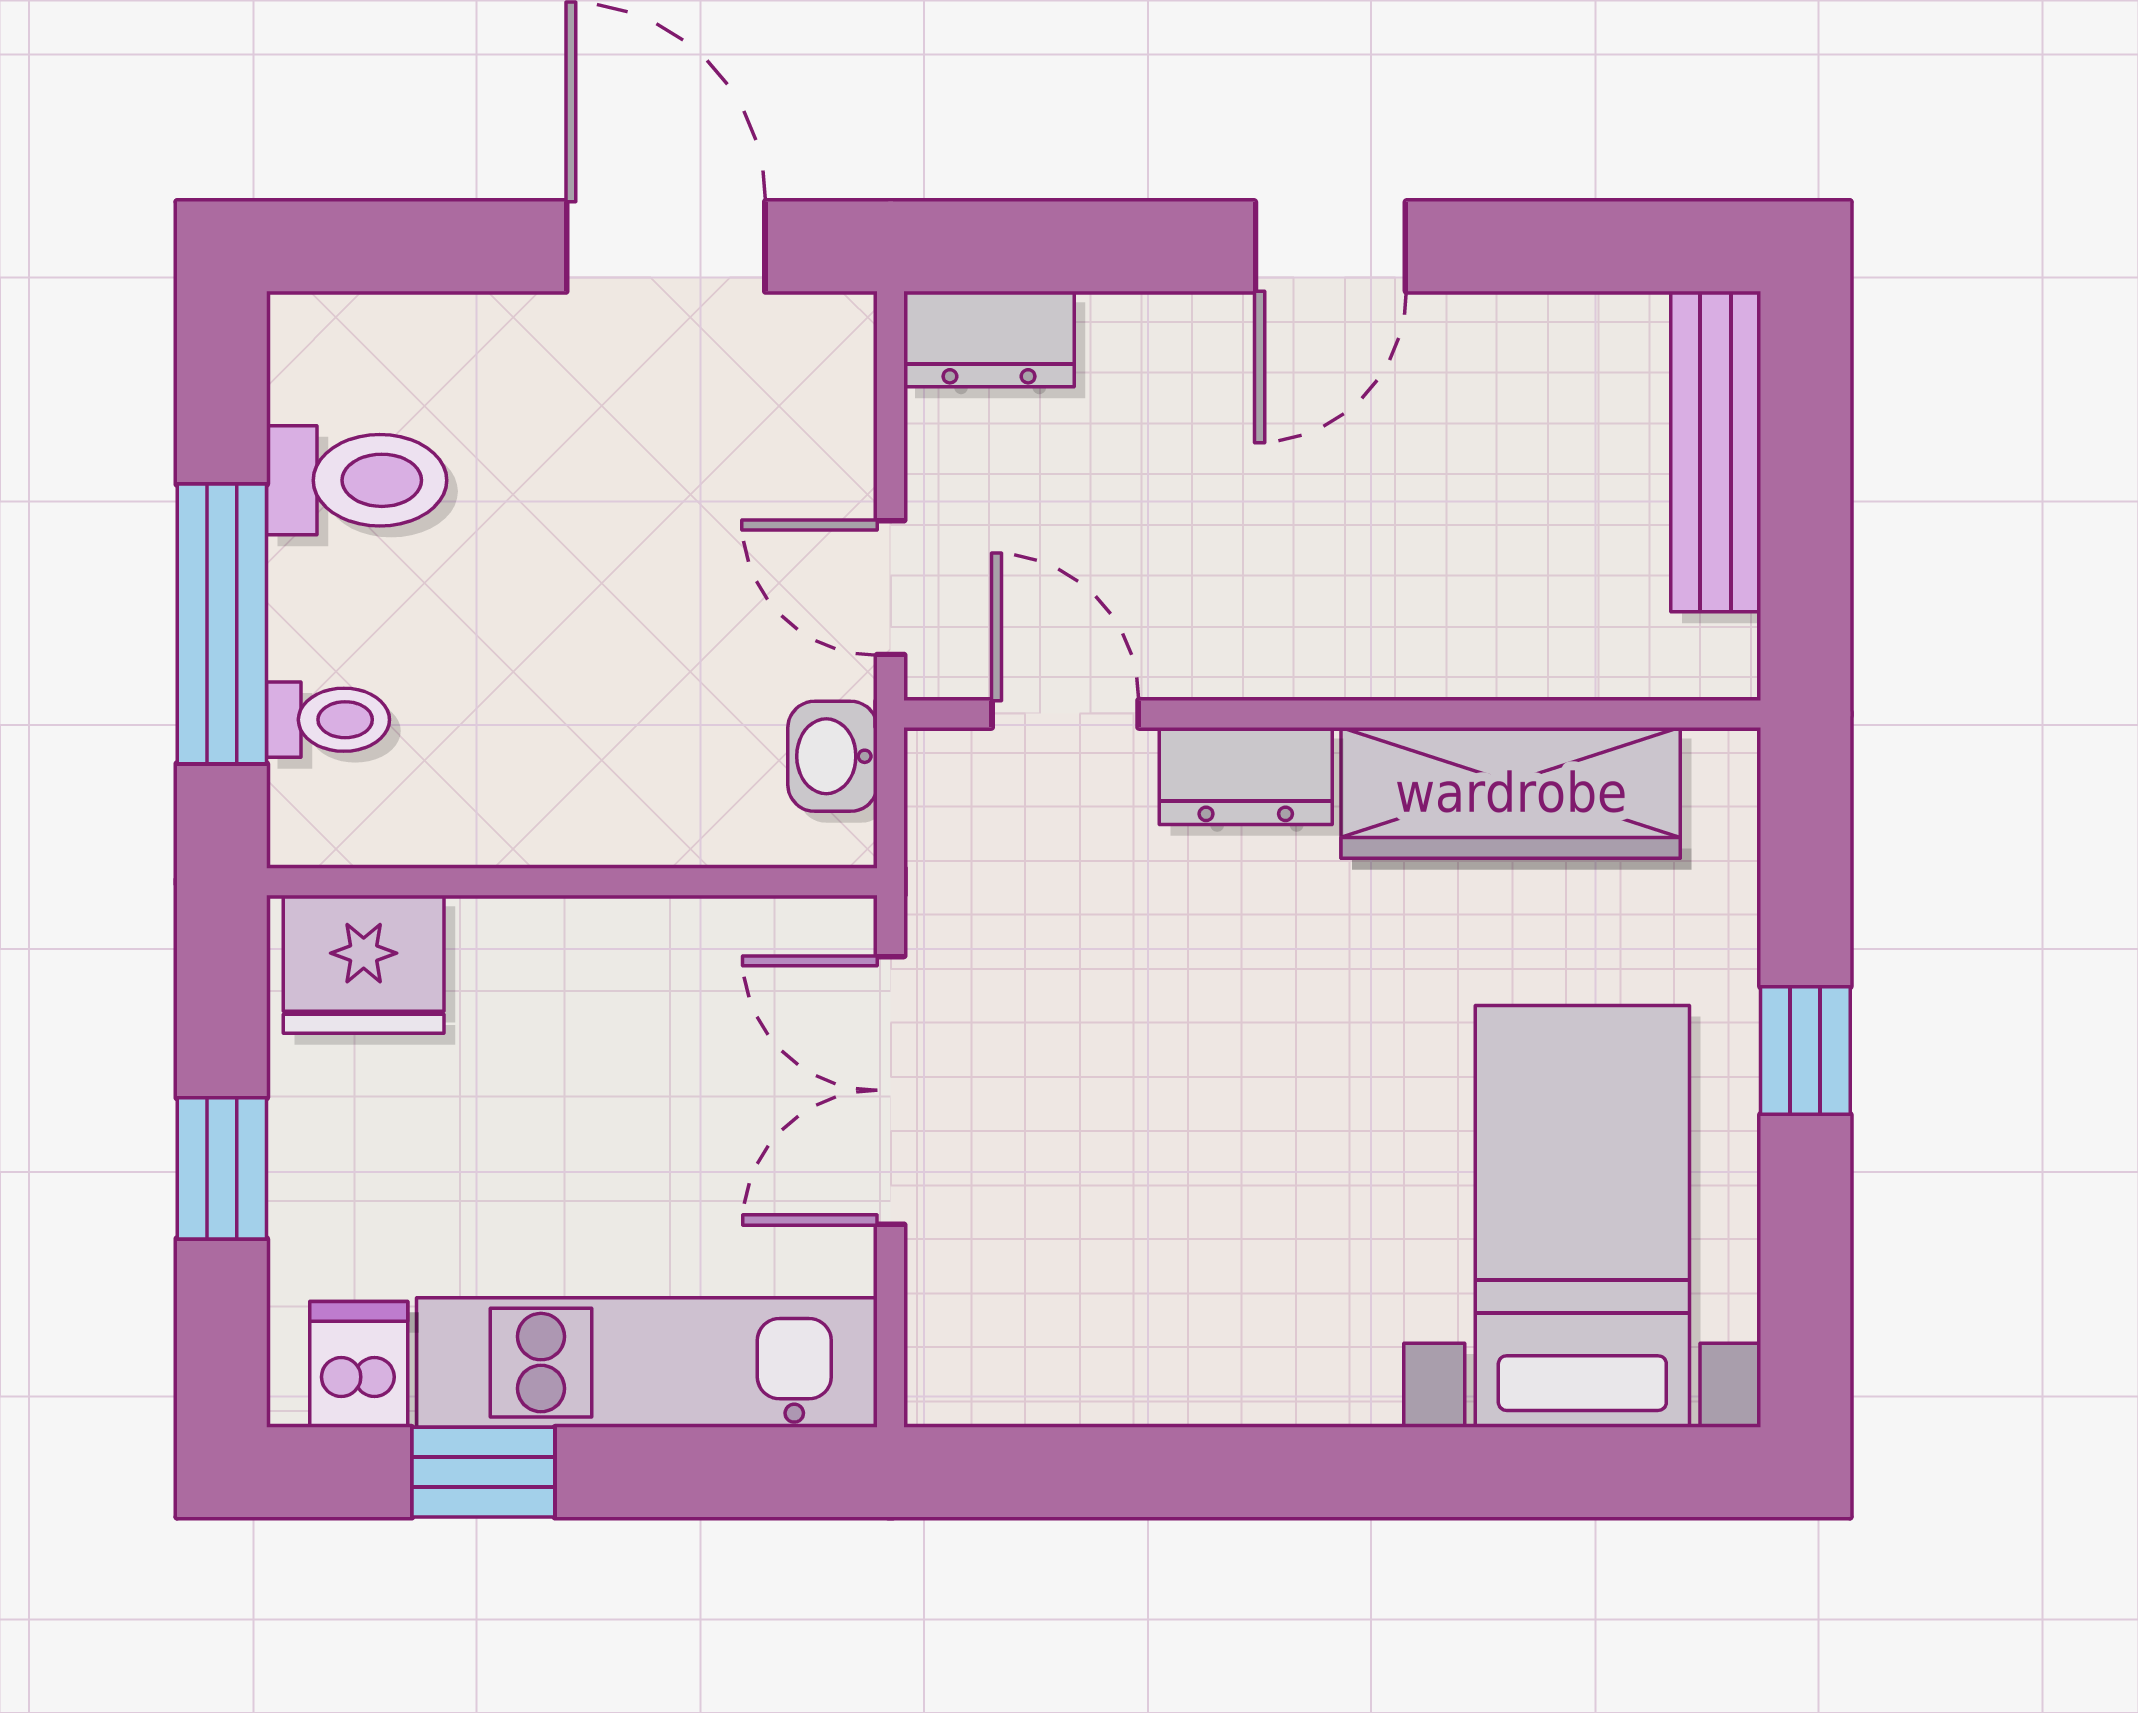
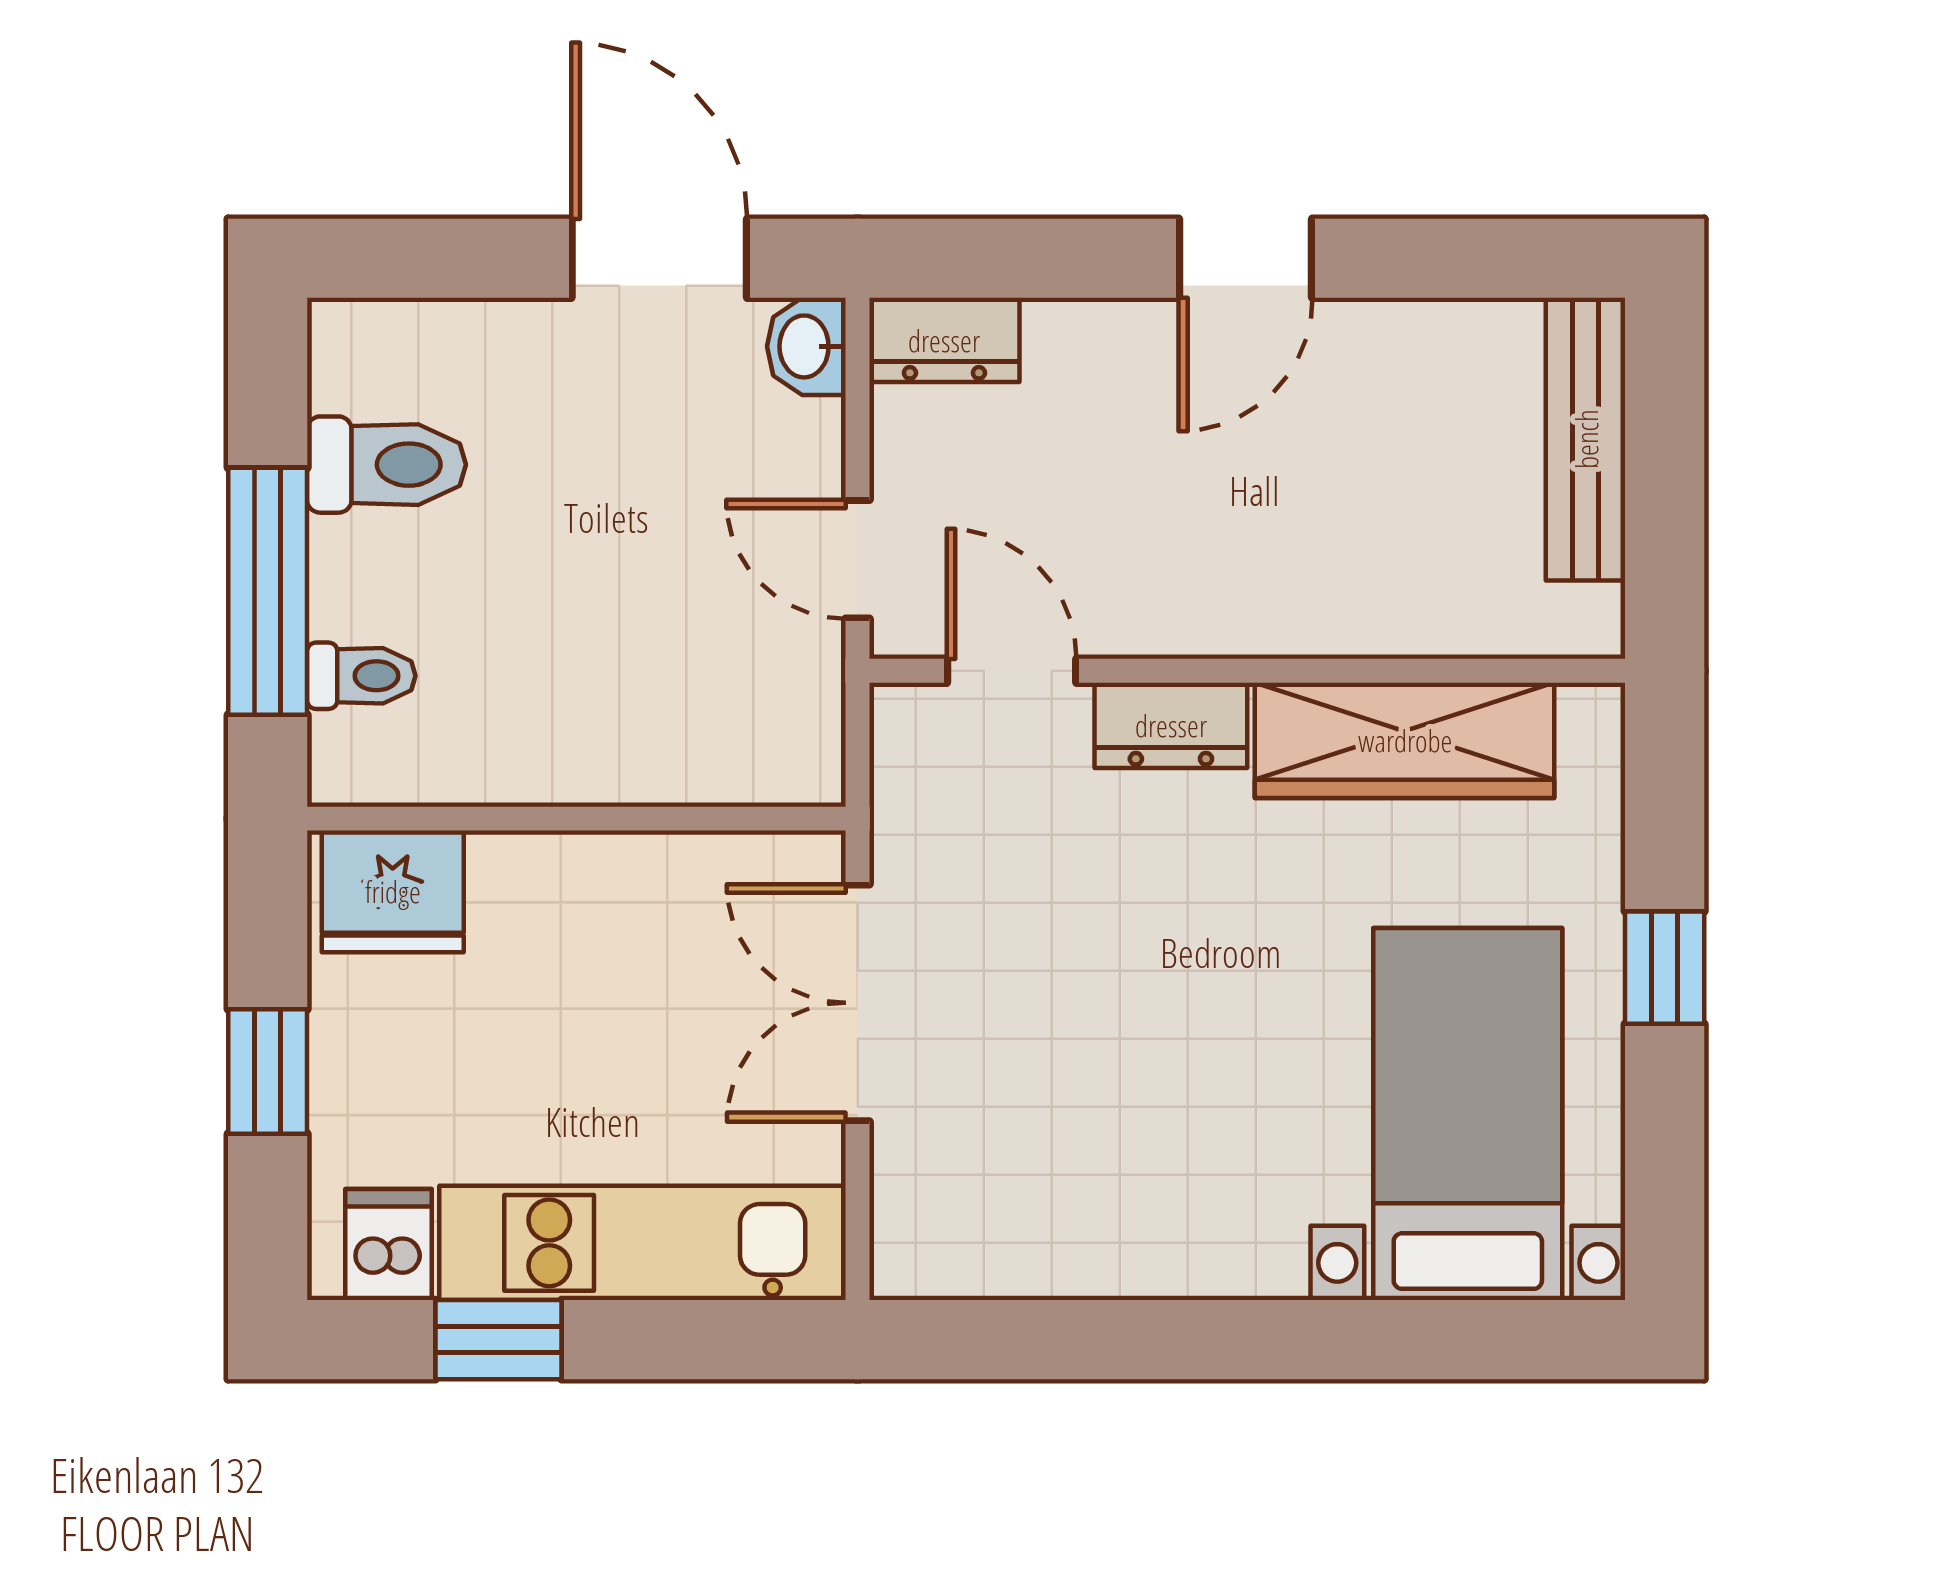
washbasin: (833, 756) -> (806, 346), moved

